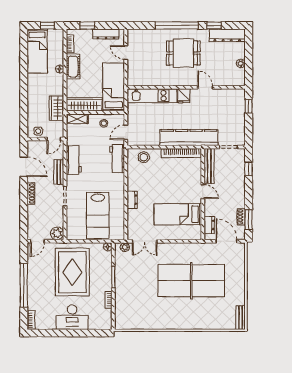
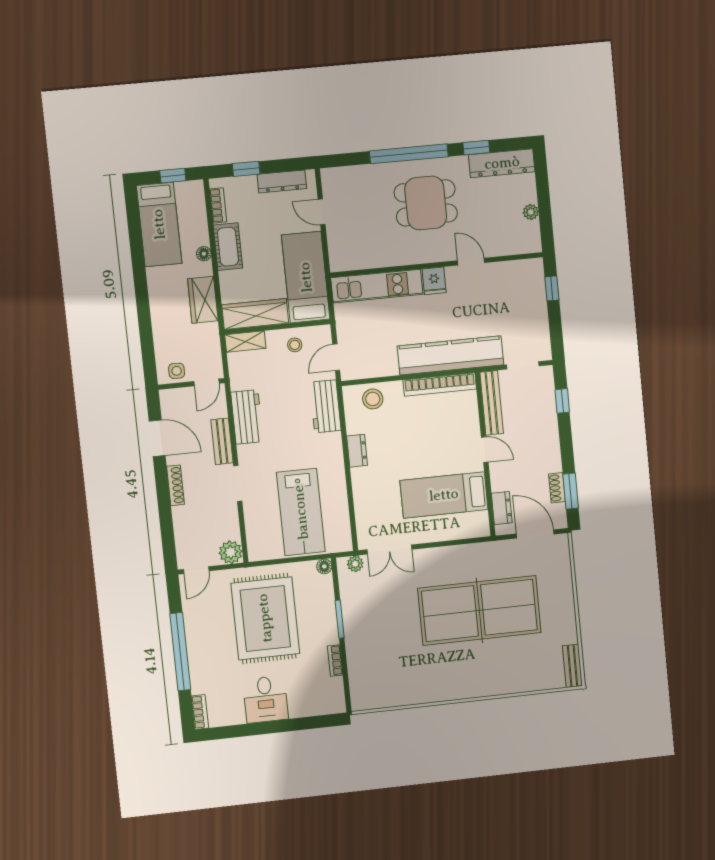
wardrobe: (56, 108) -> (203, 300), moved
dresser: (132, 200) -> (357, 451), moved
desk: (72, 317) -> (266, 699), width x0.73

